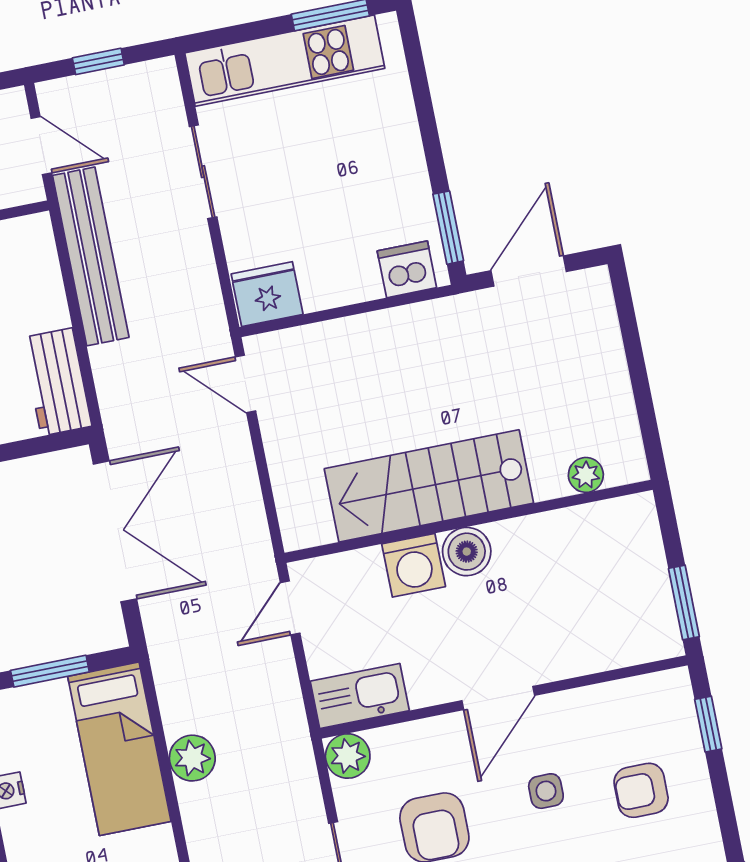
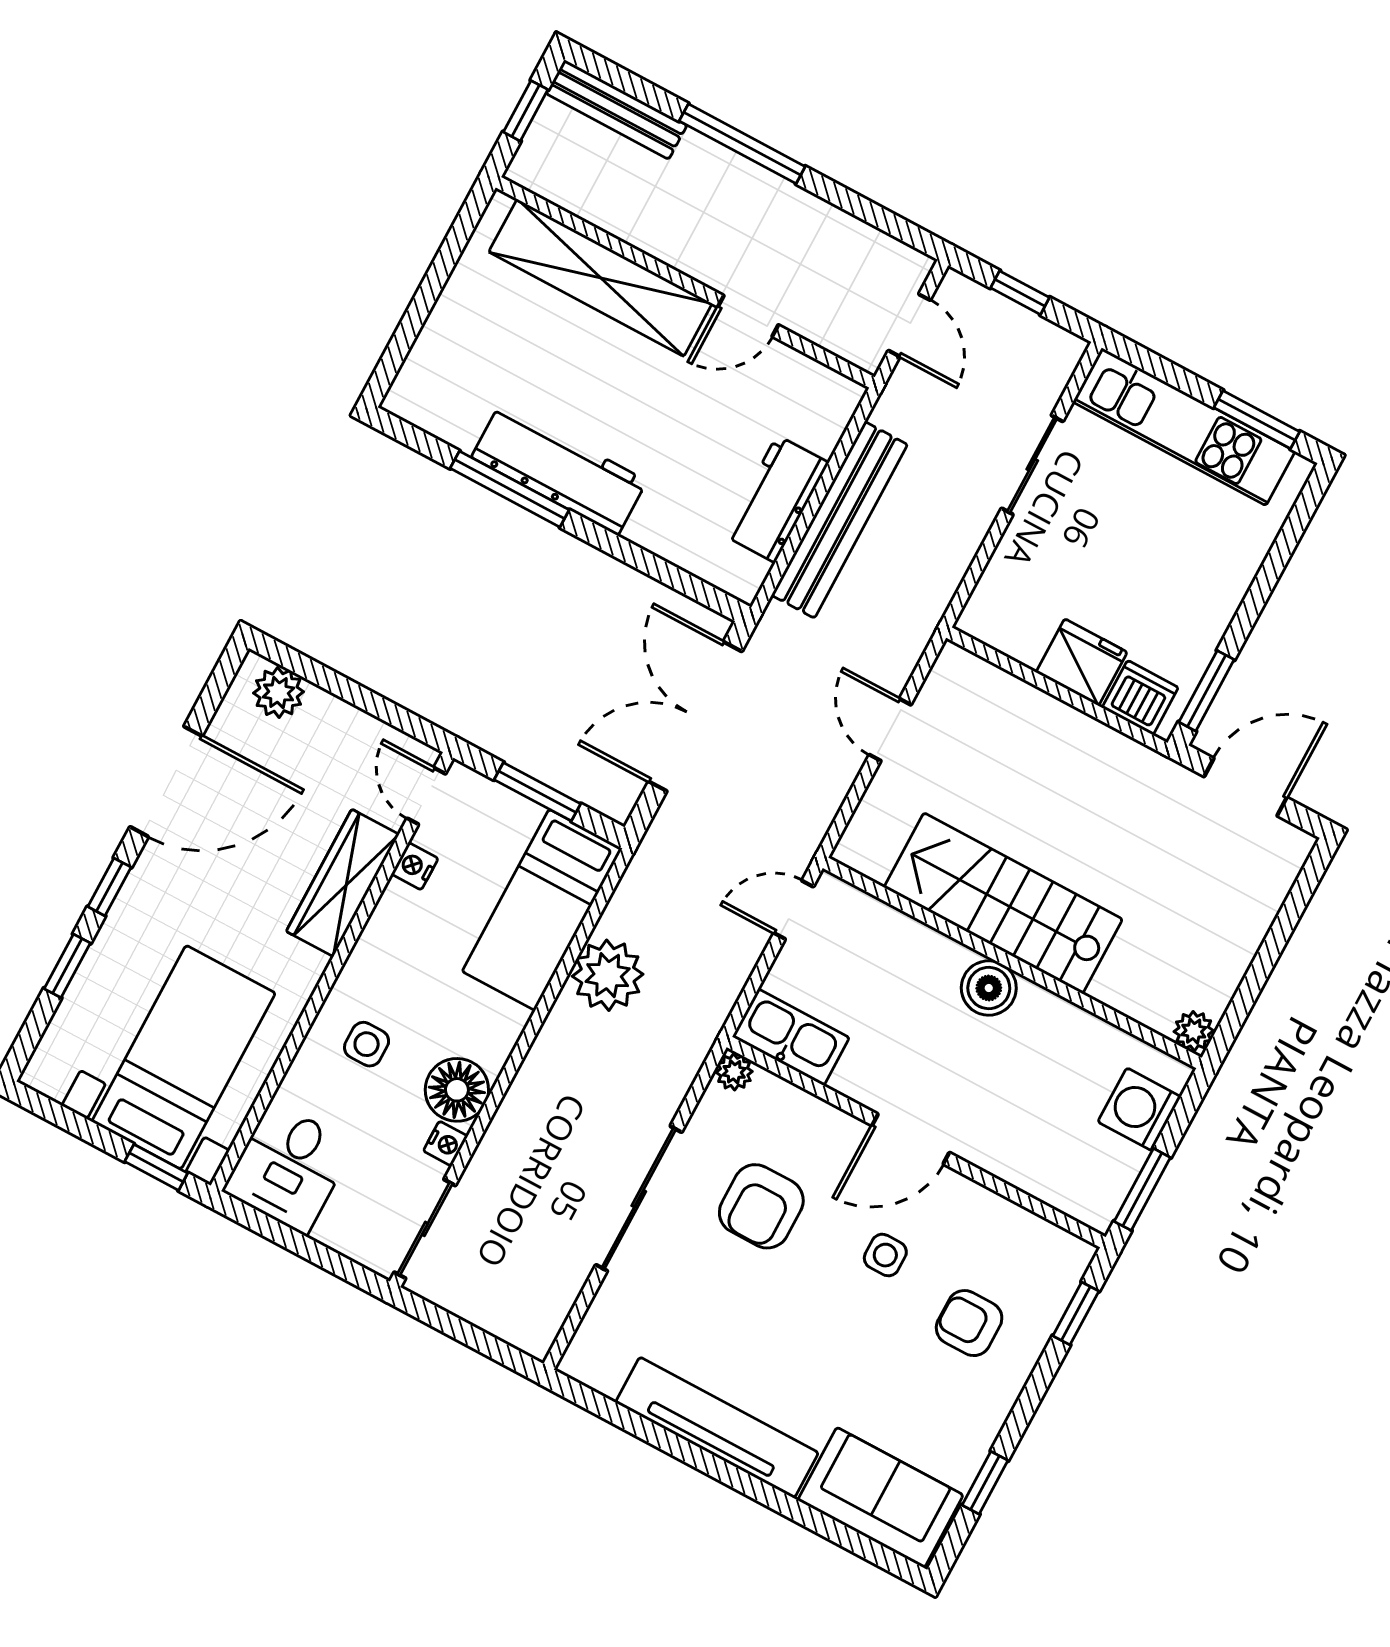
bench: (91, 256) -> (839, 520), moved
fridge: (267, 294) -> (1082, 662), moved
workbench: (57, 382) -> (776, 499), moved
door: (245, 384) -> (890, 730), moved
plant: (586, 475) -> (1194, 1031), moved
double door: (115, 531) -> (695, 716), swing flipped
washing machine: (414, 565) -> (1139, 1109), moved, turned 90
plant: (348, 756) -> (734, 1072), width x0.73, depth x0.73
plant: (192, 758) -> (608, 975), width x1.36, depth x1.36

